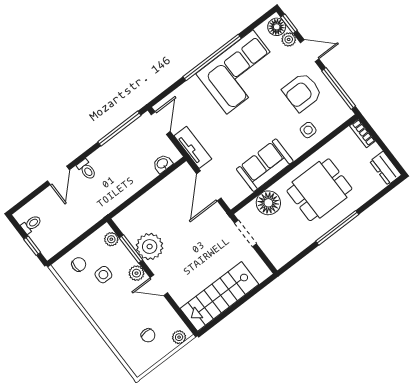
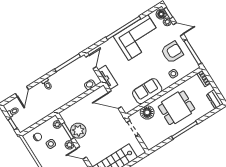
armchair: (302, 92) -> (172, 52), turned 180
door: (58, 175) -> (22, 92), moved
door: (209, 186) -> (115, 100), hinge flipped

